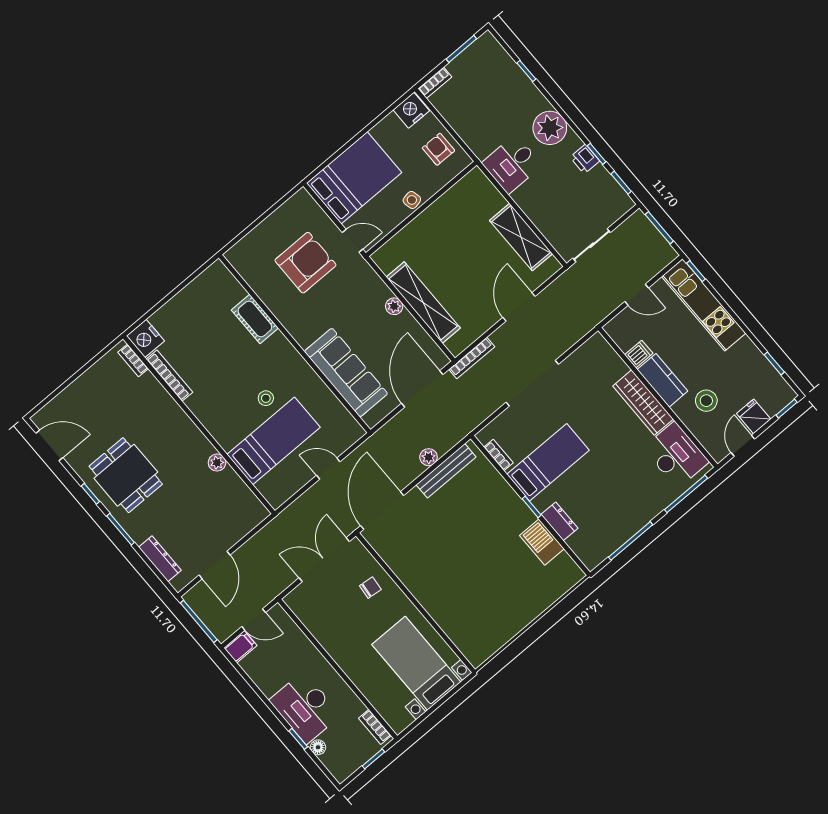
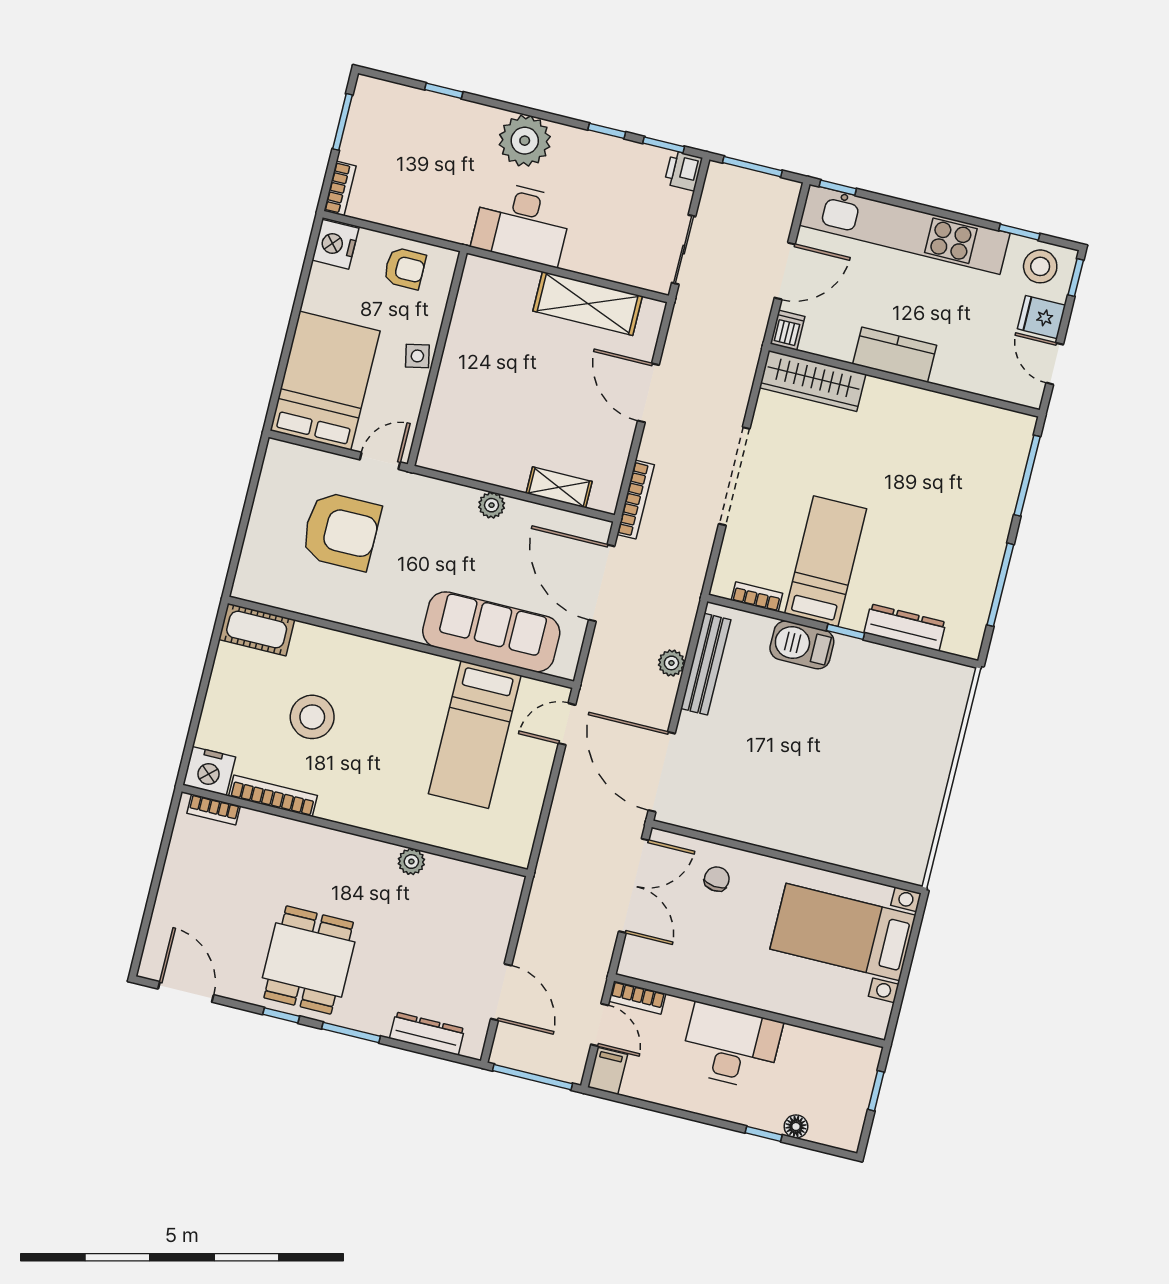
armchair: (438, 149) -> (405, 268), turned 180
printer: (585, 159) -> (683, 171), moved, turned 90
desk: (512, 164) -> (522, 223), width x1.37
armchair: (305, 263) -> (341, 531), turned 90
door: (637, 295) -> (785, 271), width x1.38
shelving: (423, 303) -> (559, 487), width x0.45, depth x0.75
kitchen unit: (704, 305) -> (905, 229), width x1.36
cot: (255, 319) -> (257, 630), moved
dishwasher: (639, 354) -> (788, 330), moved
stool: (266, 398) -> (312, 717), moved, width x1.89, depth x1.89
stool: (706, 401) -> (1040, 266), moved
wardrobe: (643, 403) -> (813, 381), moved
bed: (274, 441) -> (475, 734), moved, turned 180
door: (49, 445) -> (186, 992), hinge flipped
desk: (676, 455) -> (979, 436), removed
door: (328, 469) -> (567, 724), moved
dining table: (126, 475) -> (309, 960), turned 90
dresser: (559, 521) -> (905, 627), width x1.44
barbecue: (542, 542) -> (802, 645), moved
double door: (324, 560) -> (634, 886), swing flipped
door: (254, 620) -> (600, 1025), hinge flipped
desk: (305, 708) -> (731, 1046), moved, turned 180
bookcase: (375, 727) -> (637, 997), moved

